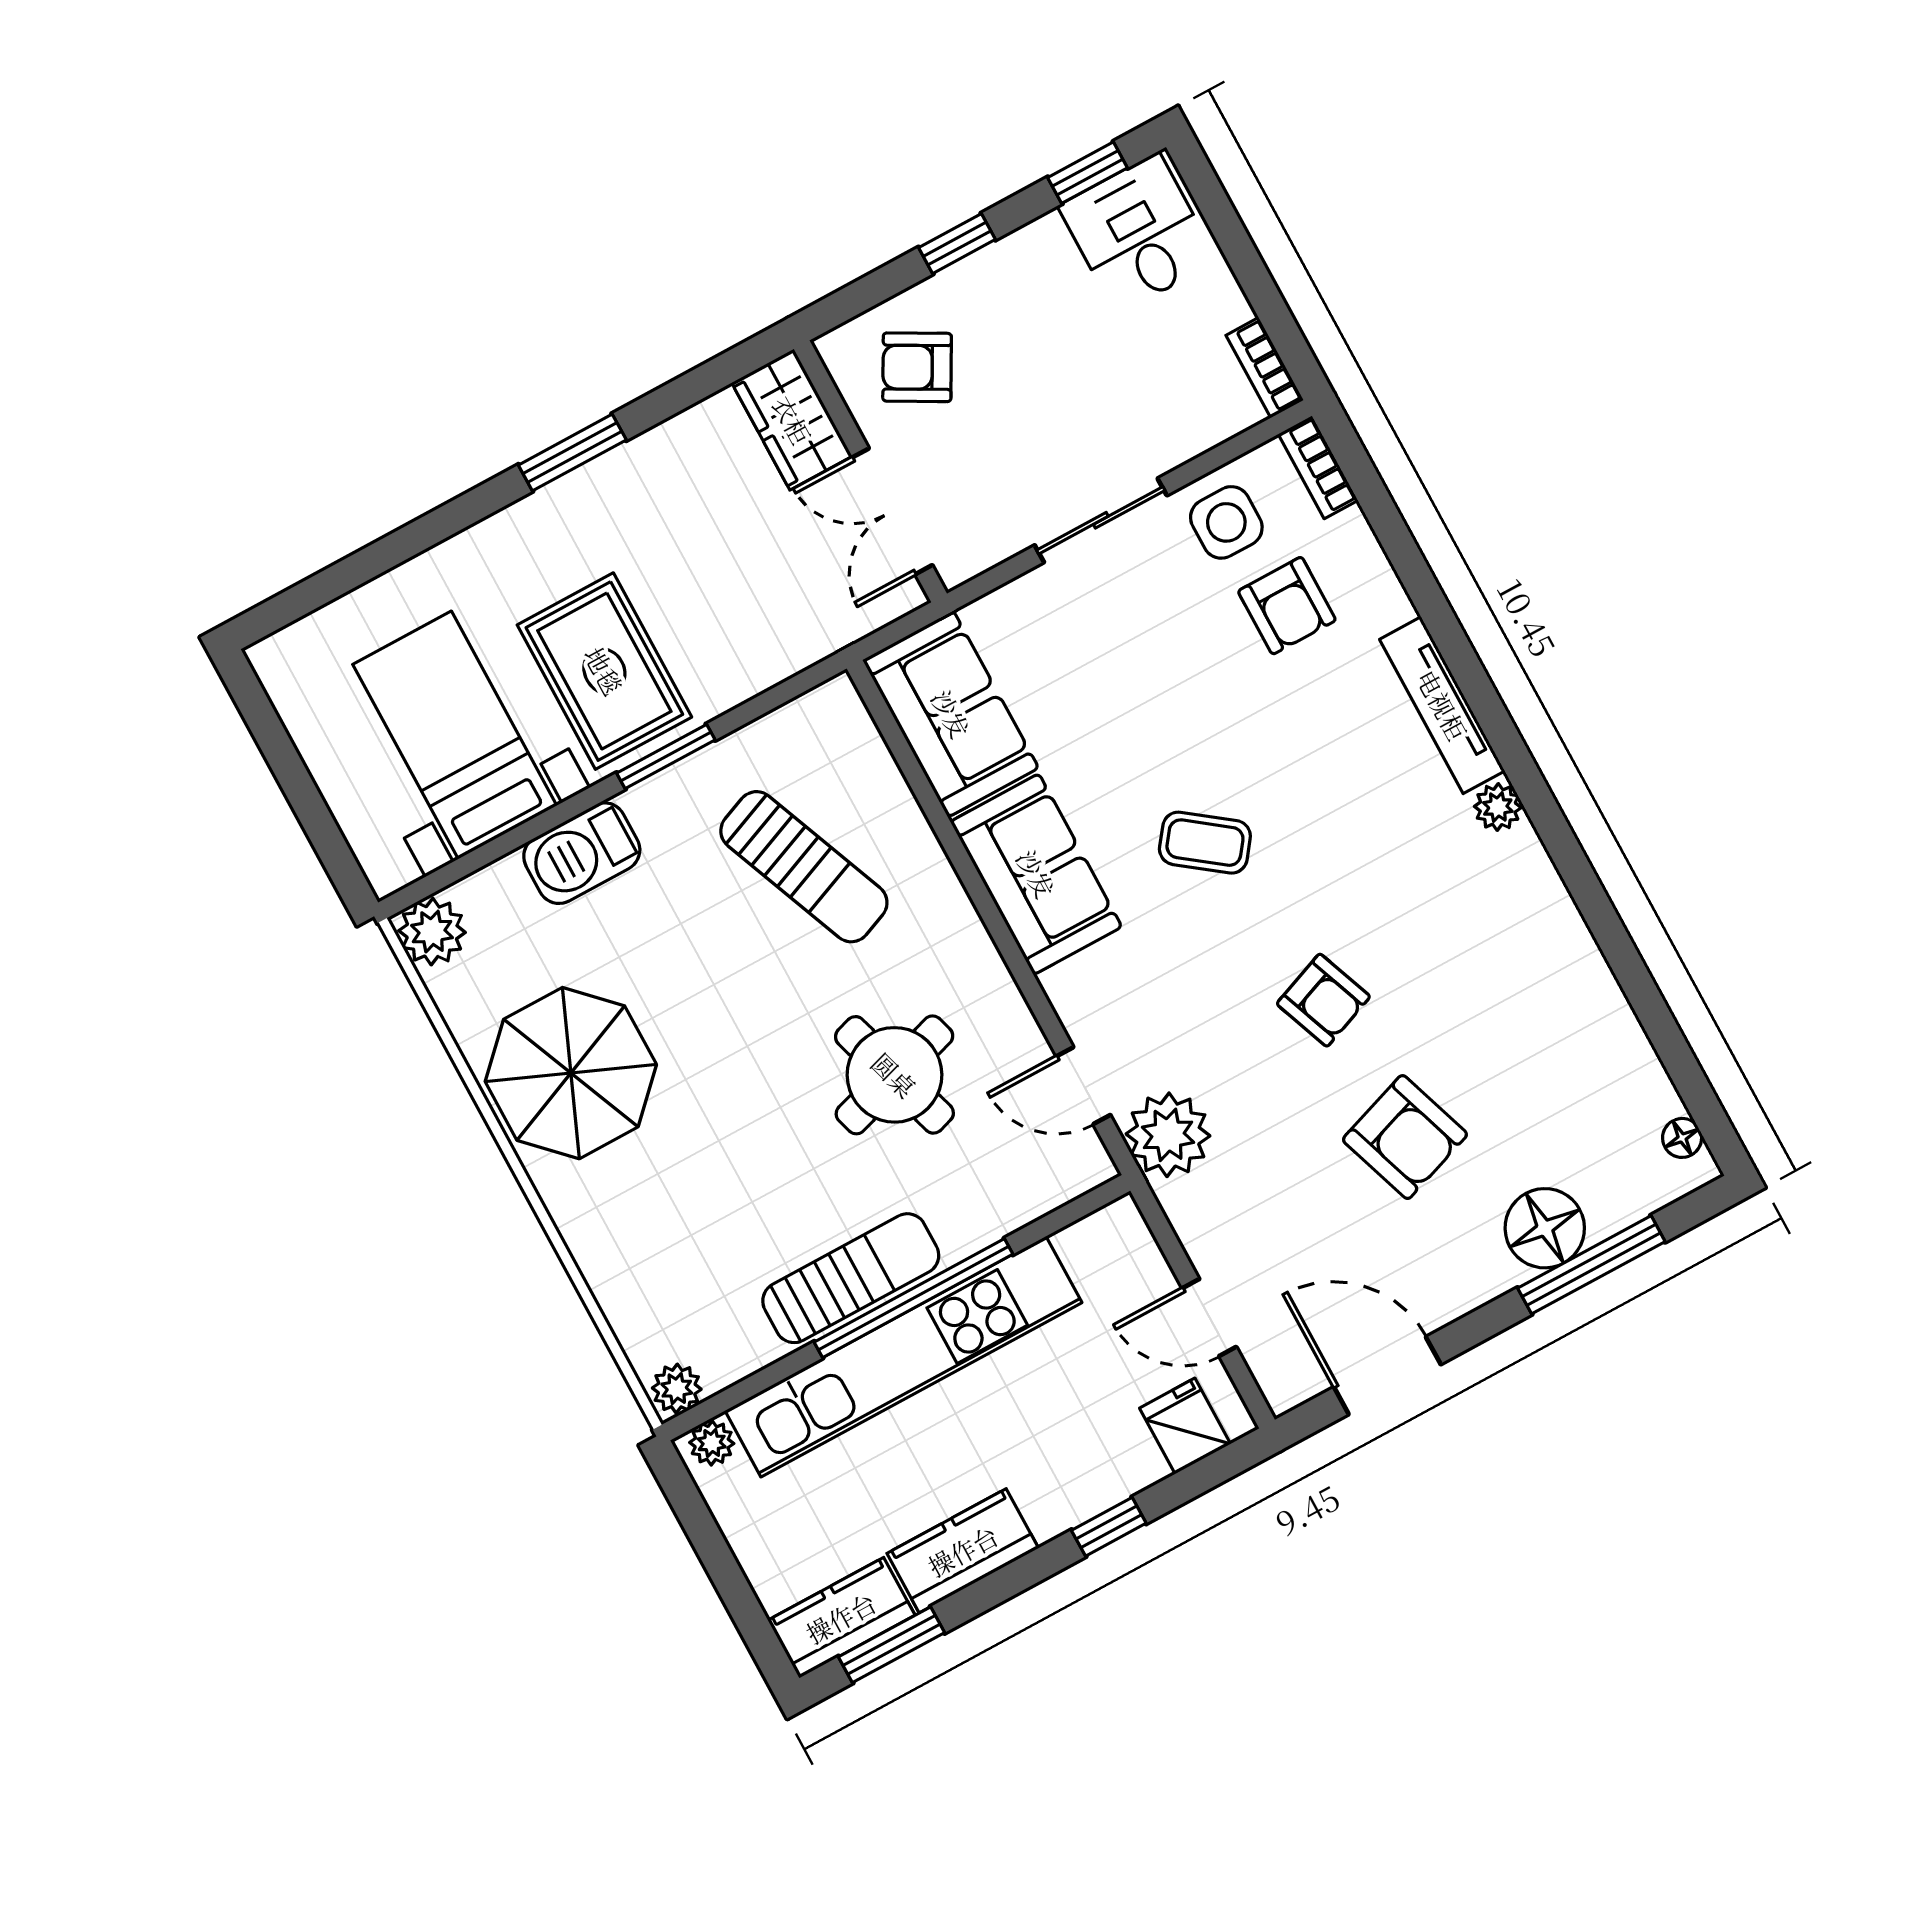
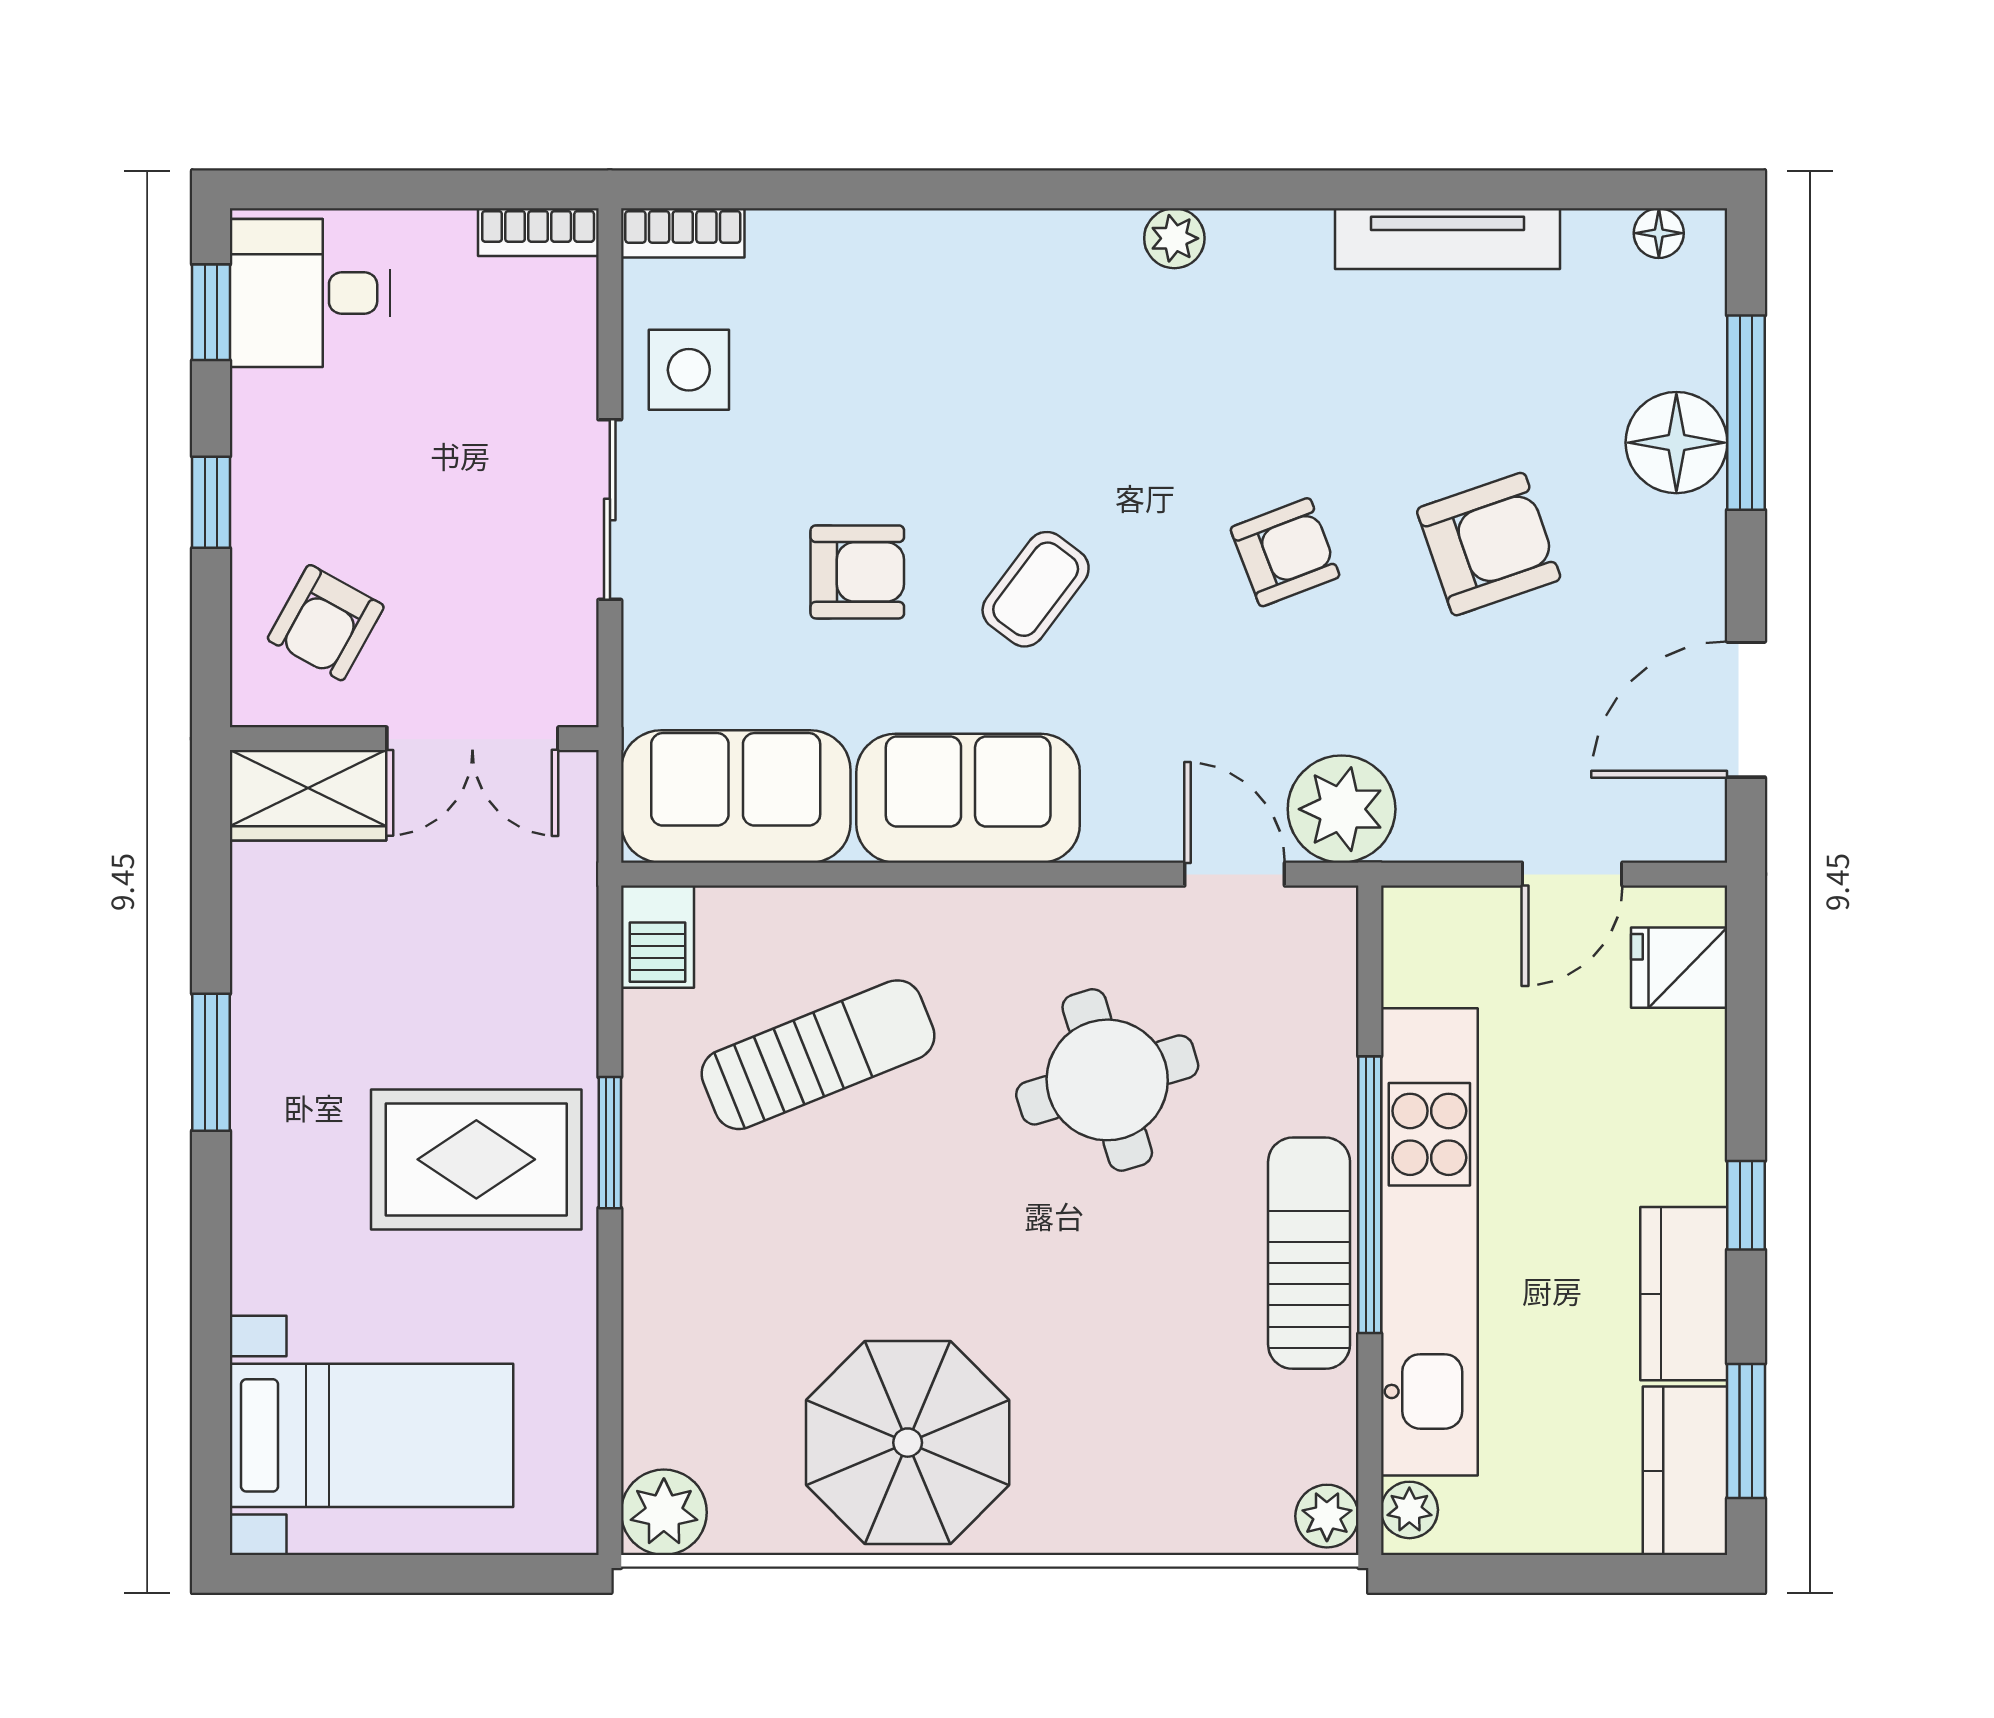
armchair: (1287, 606) -> (857, 572), moved
tv unit: (1442, 705) -> (1448, 239), moved
bed with nightstands: (455, 735) -> (371, 1435), moved, turned 180
barbecue: (582, 853) -> (657, 937), moved, width x0.73, depth x0.79
door: (1083, 1086) -> (1235, 874), swing flipped
window: (1109, 1527) -> (1746, 1205), moved

